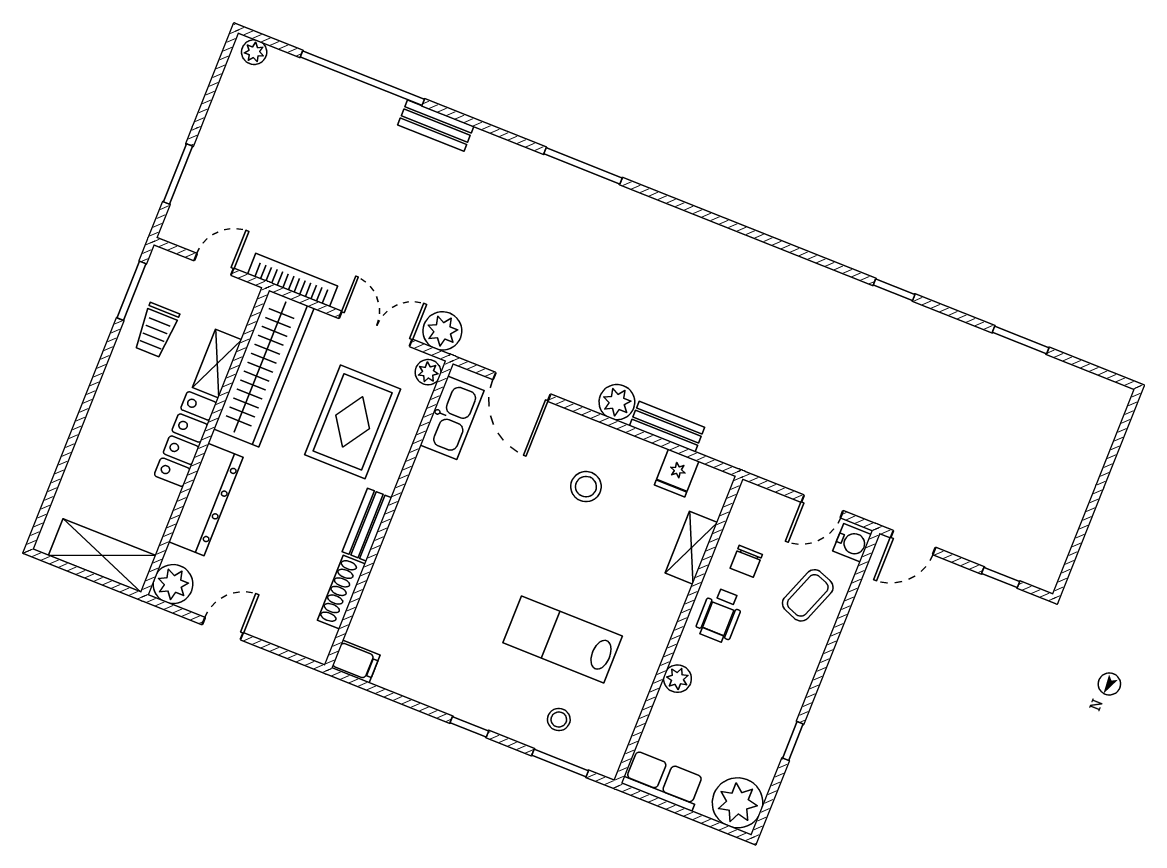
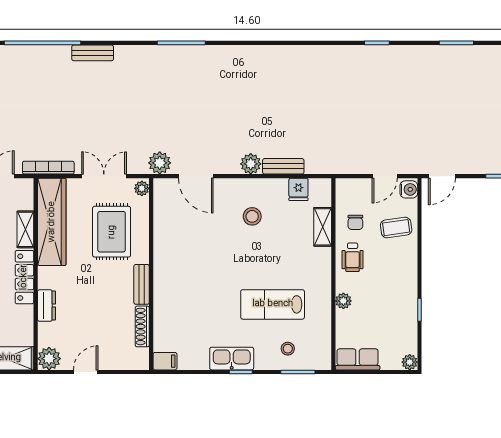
plant: (442, 331) -> (160, 163), moved
kitchen sink: (452, 418) -> (232, 359), moved, turned -90
dresser: (206, 500) -> (46, 306), width x0.51, depth x0.80
coffee table: (808, 595) -> (396, 228), turned 61
plant: (738, 803) -> (410, 362), width x0.53, depth x0.53

